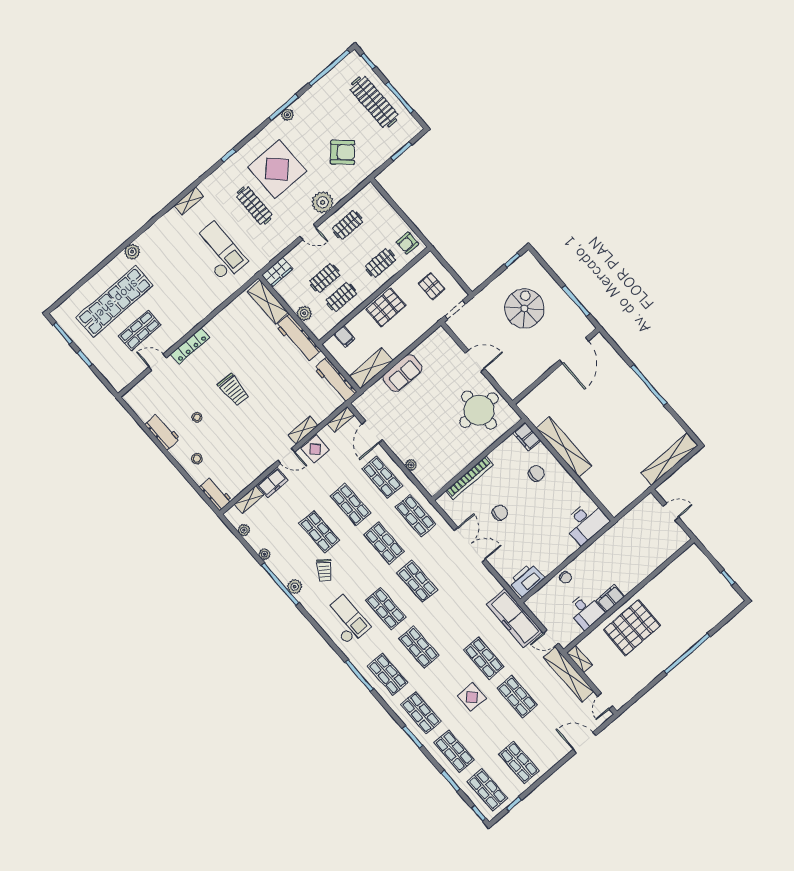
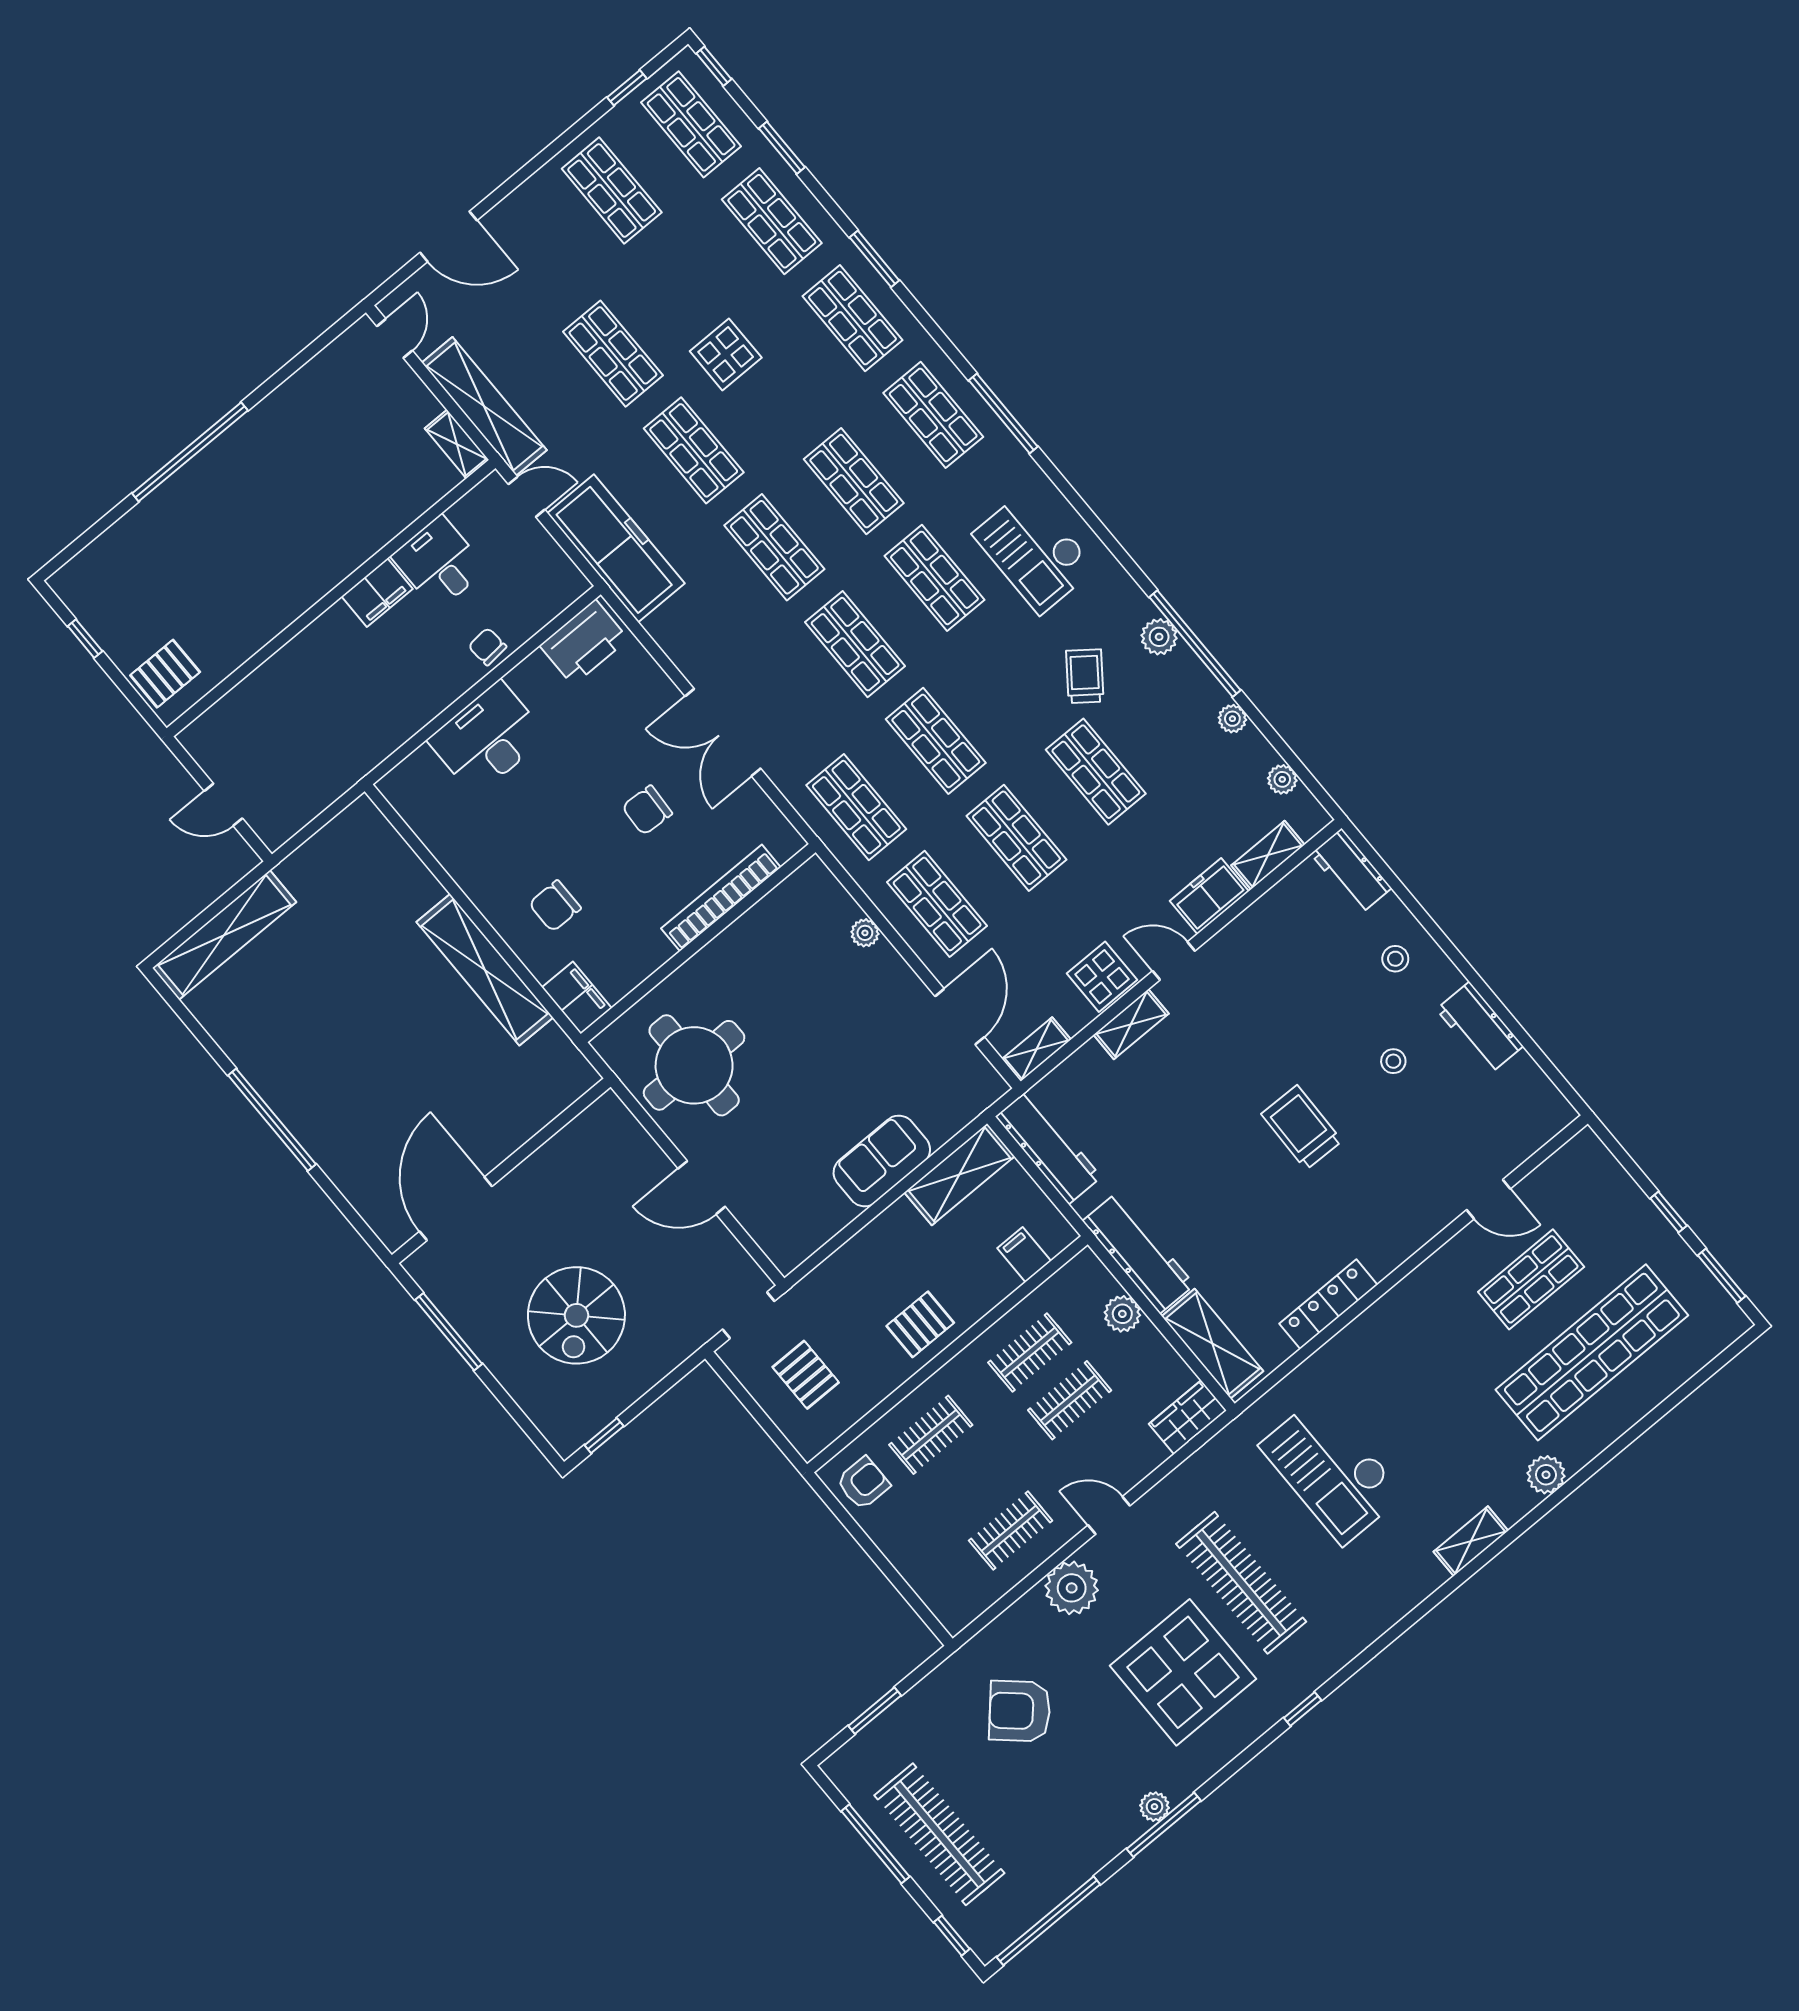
shelving: (189, 201) -> (1471, 1541), moved
clothes rail: (254, 206) -> (1241, 1583), width x1.37, depth x1.31
pallet: (386, 307) -> (920, 1324), width x0.67, depth x0.71
locker: (190, 346) -> (1328, 1304), moved
desk: (586, 522) -> (488, 738), moved
shop shelf: (451, 620) -> (774, 547), added
pallet: (632, 628) -> (165, 674), moved, width x0.49, depth x0.50

